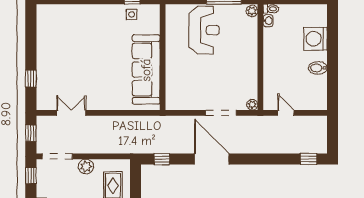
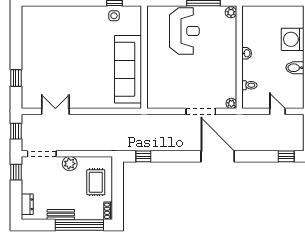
toilet: (271, 9) -> (249, 85), moved
washbasin: (268, 21) -> (247, 53), moved
door: (286, 113) -> (277, 111), moved
door: (212, 159) -> (218, 156), moved

